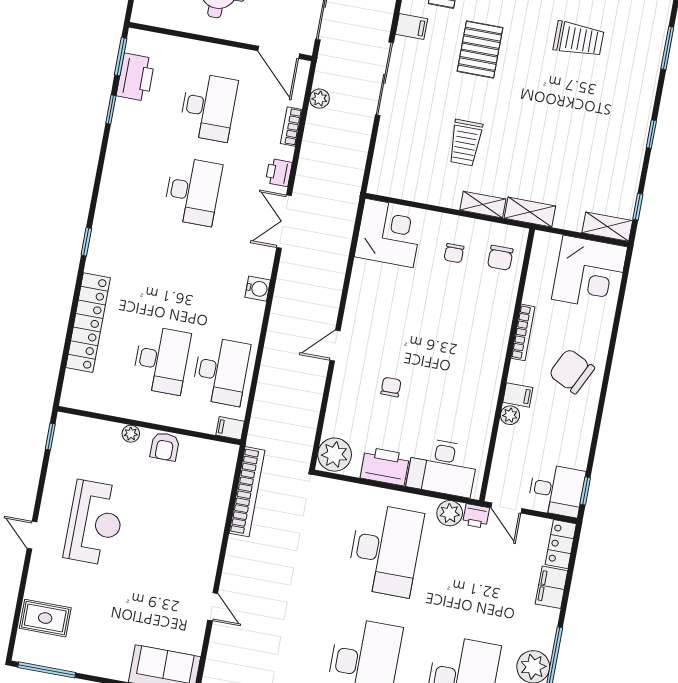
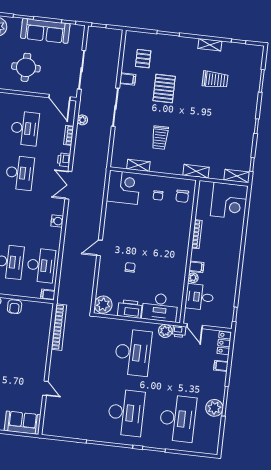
shelving: (483, 205) -> (138, 165), moved
chair: (572, 371) -> (224, 253), removed
desk: (556, 490) -> (199, 297), moved, turned 180
filing cabinet: (551, 587) -> (221, 366), width x0.50

